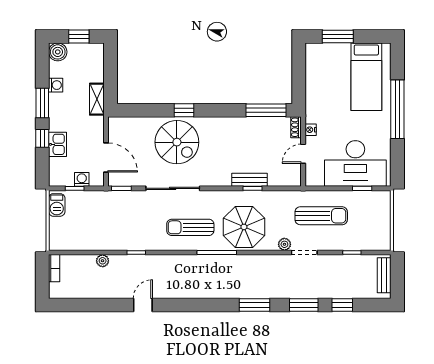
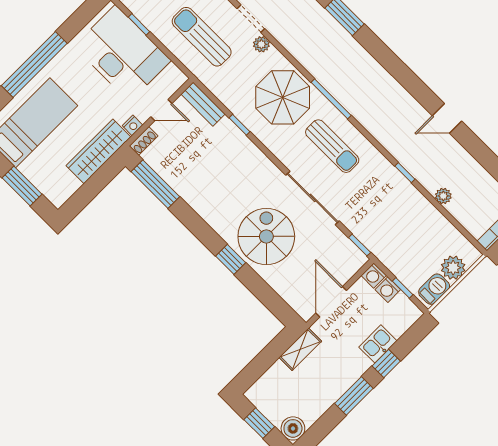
washing machine: (56, 85) -> (374, 275), moved, turned -90
wardrobe: (315, 97) -> (98, 151), added
door: (106, 158) -> (331, 302), moved
bench: (249, 180) -> (203, 104), moved
plant: (58, 227) -> (453, 268), added

